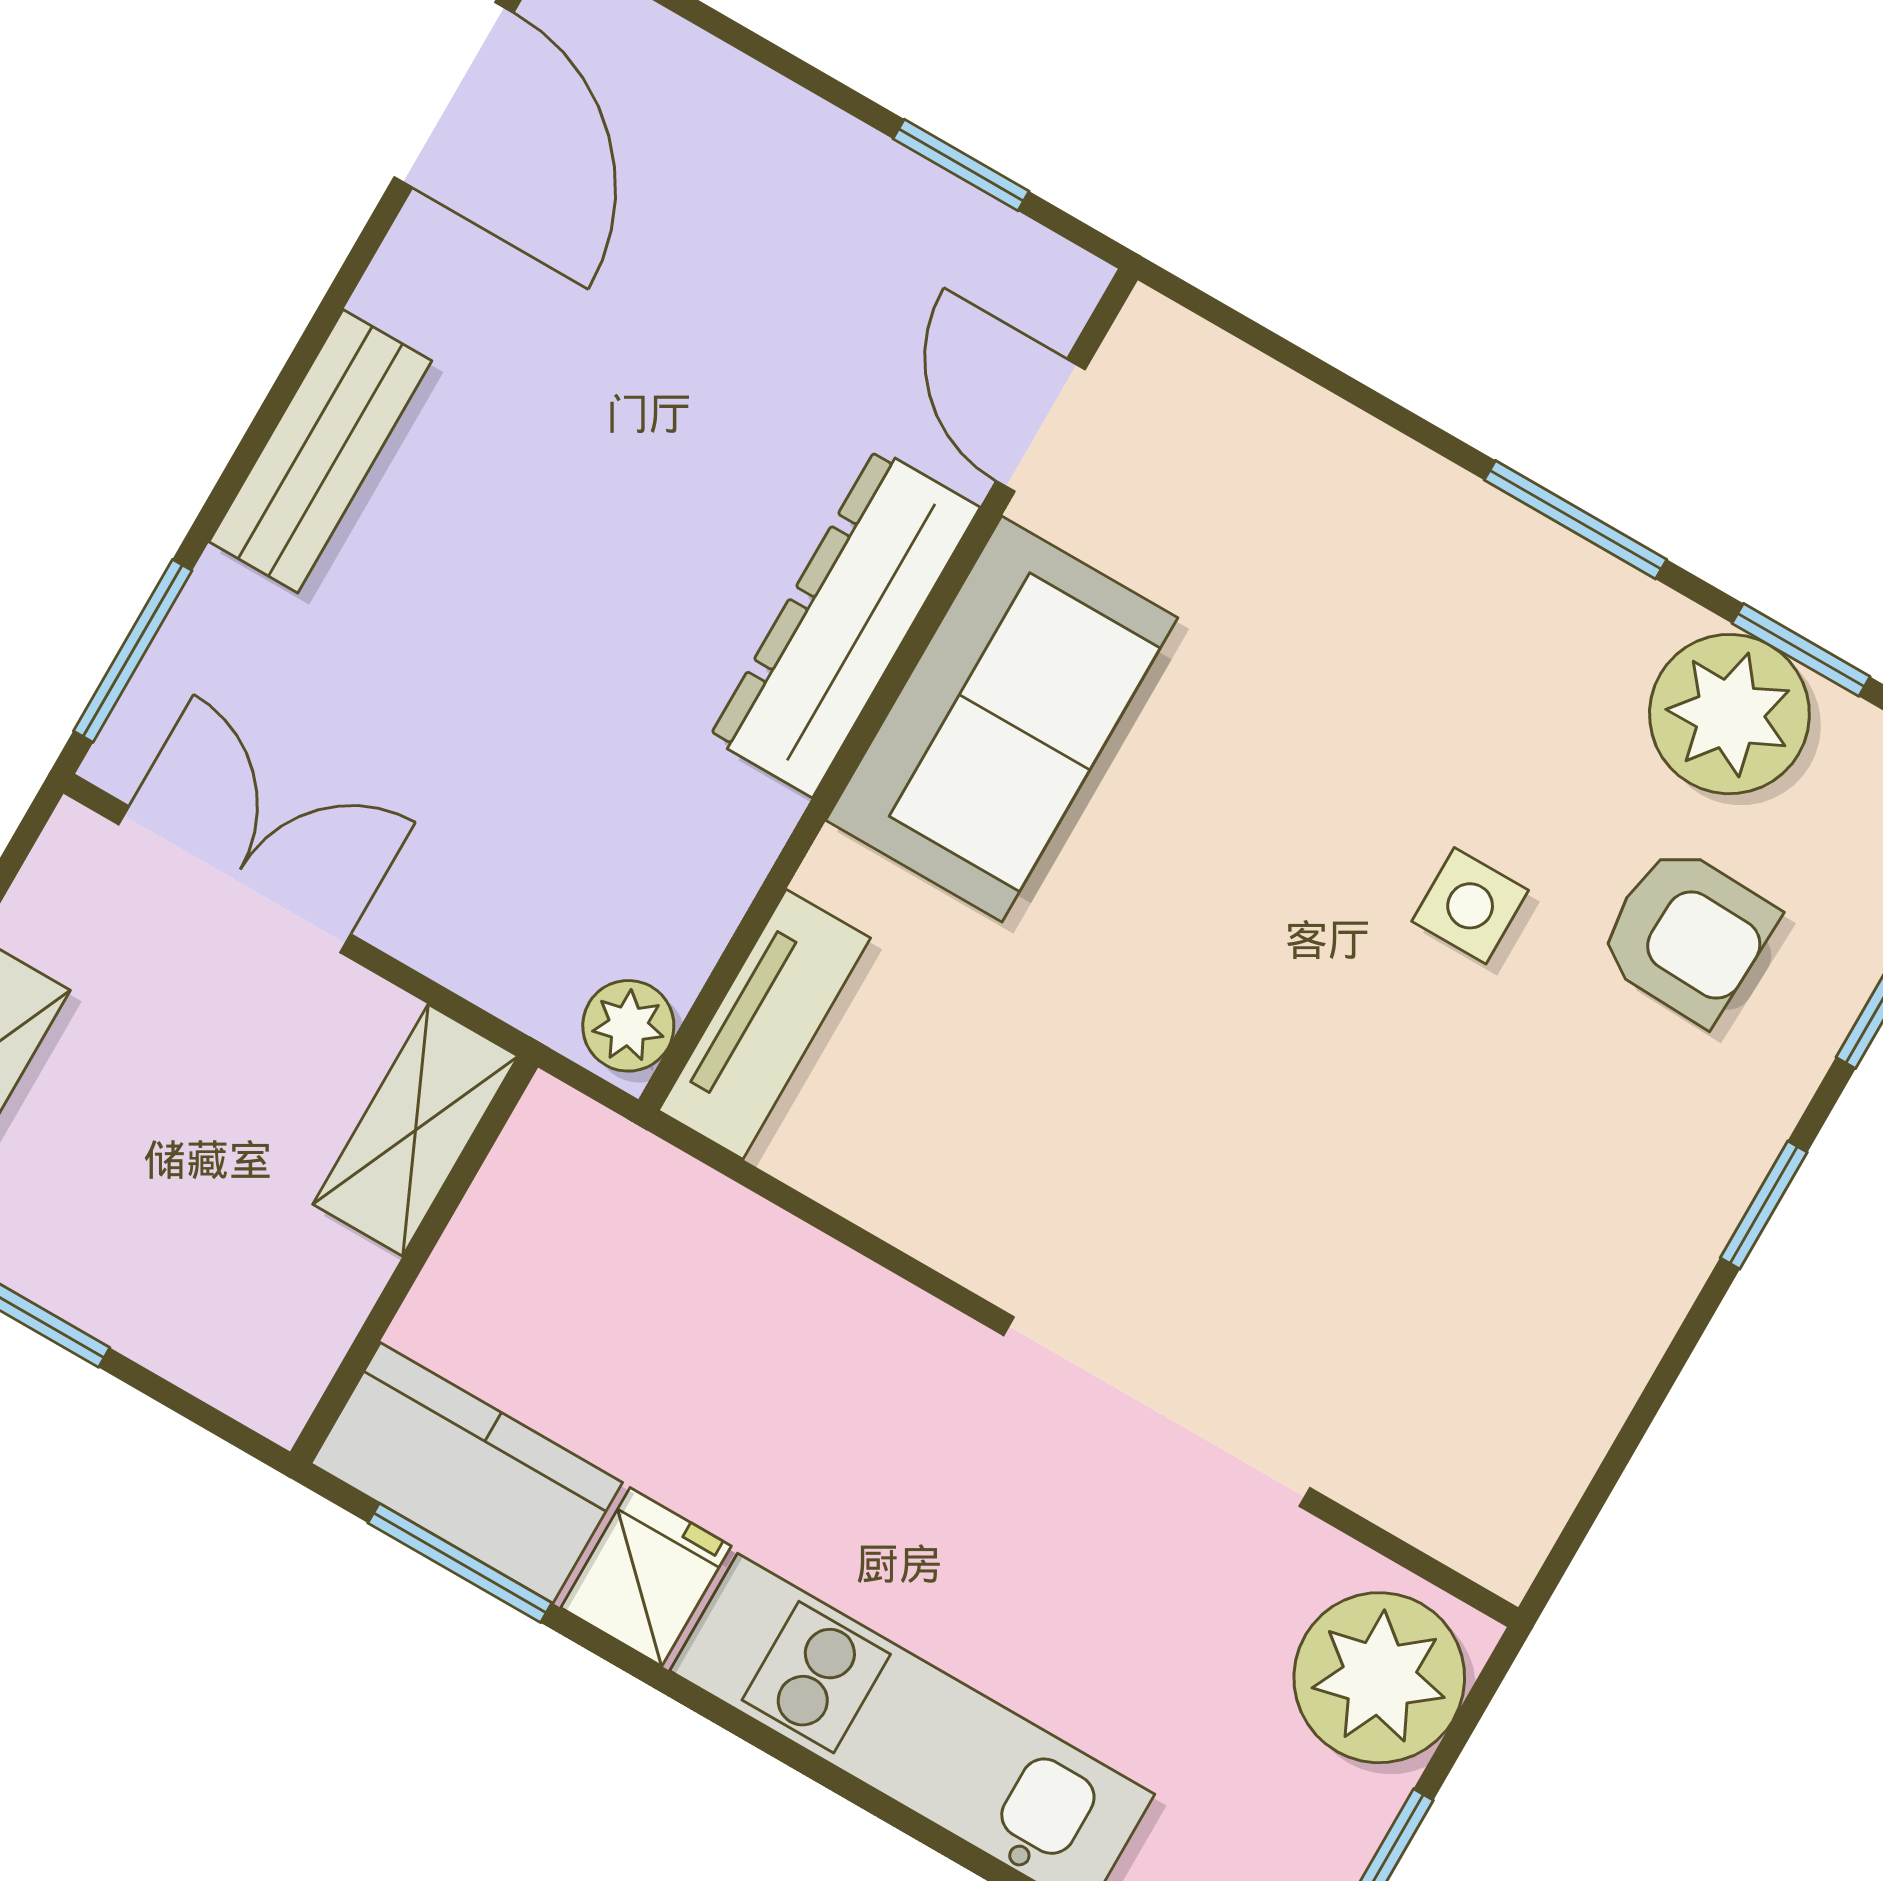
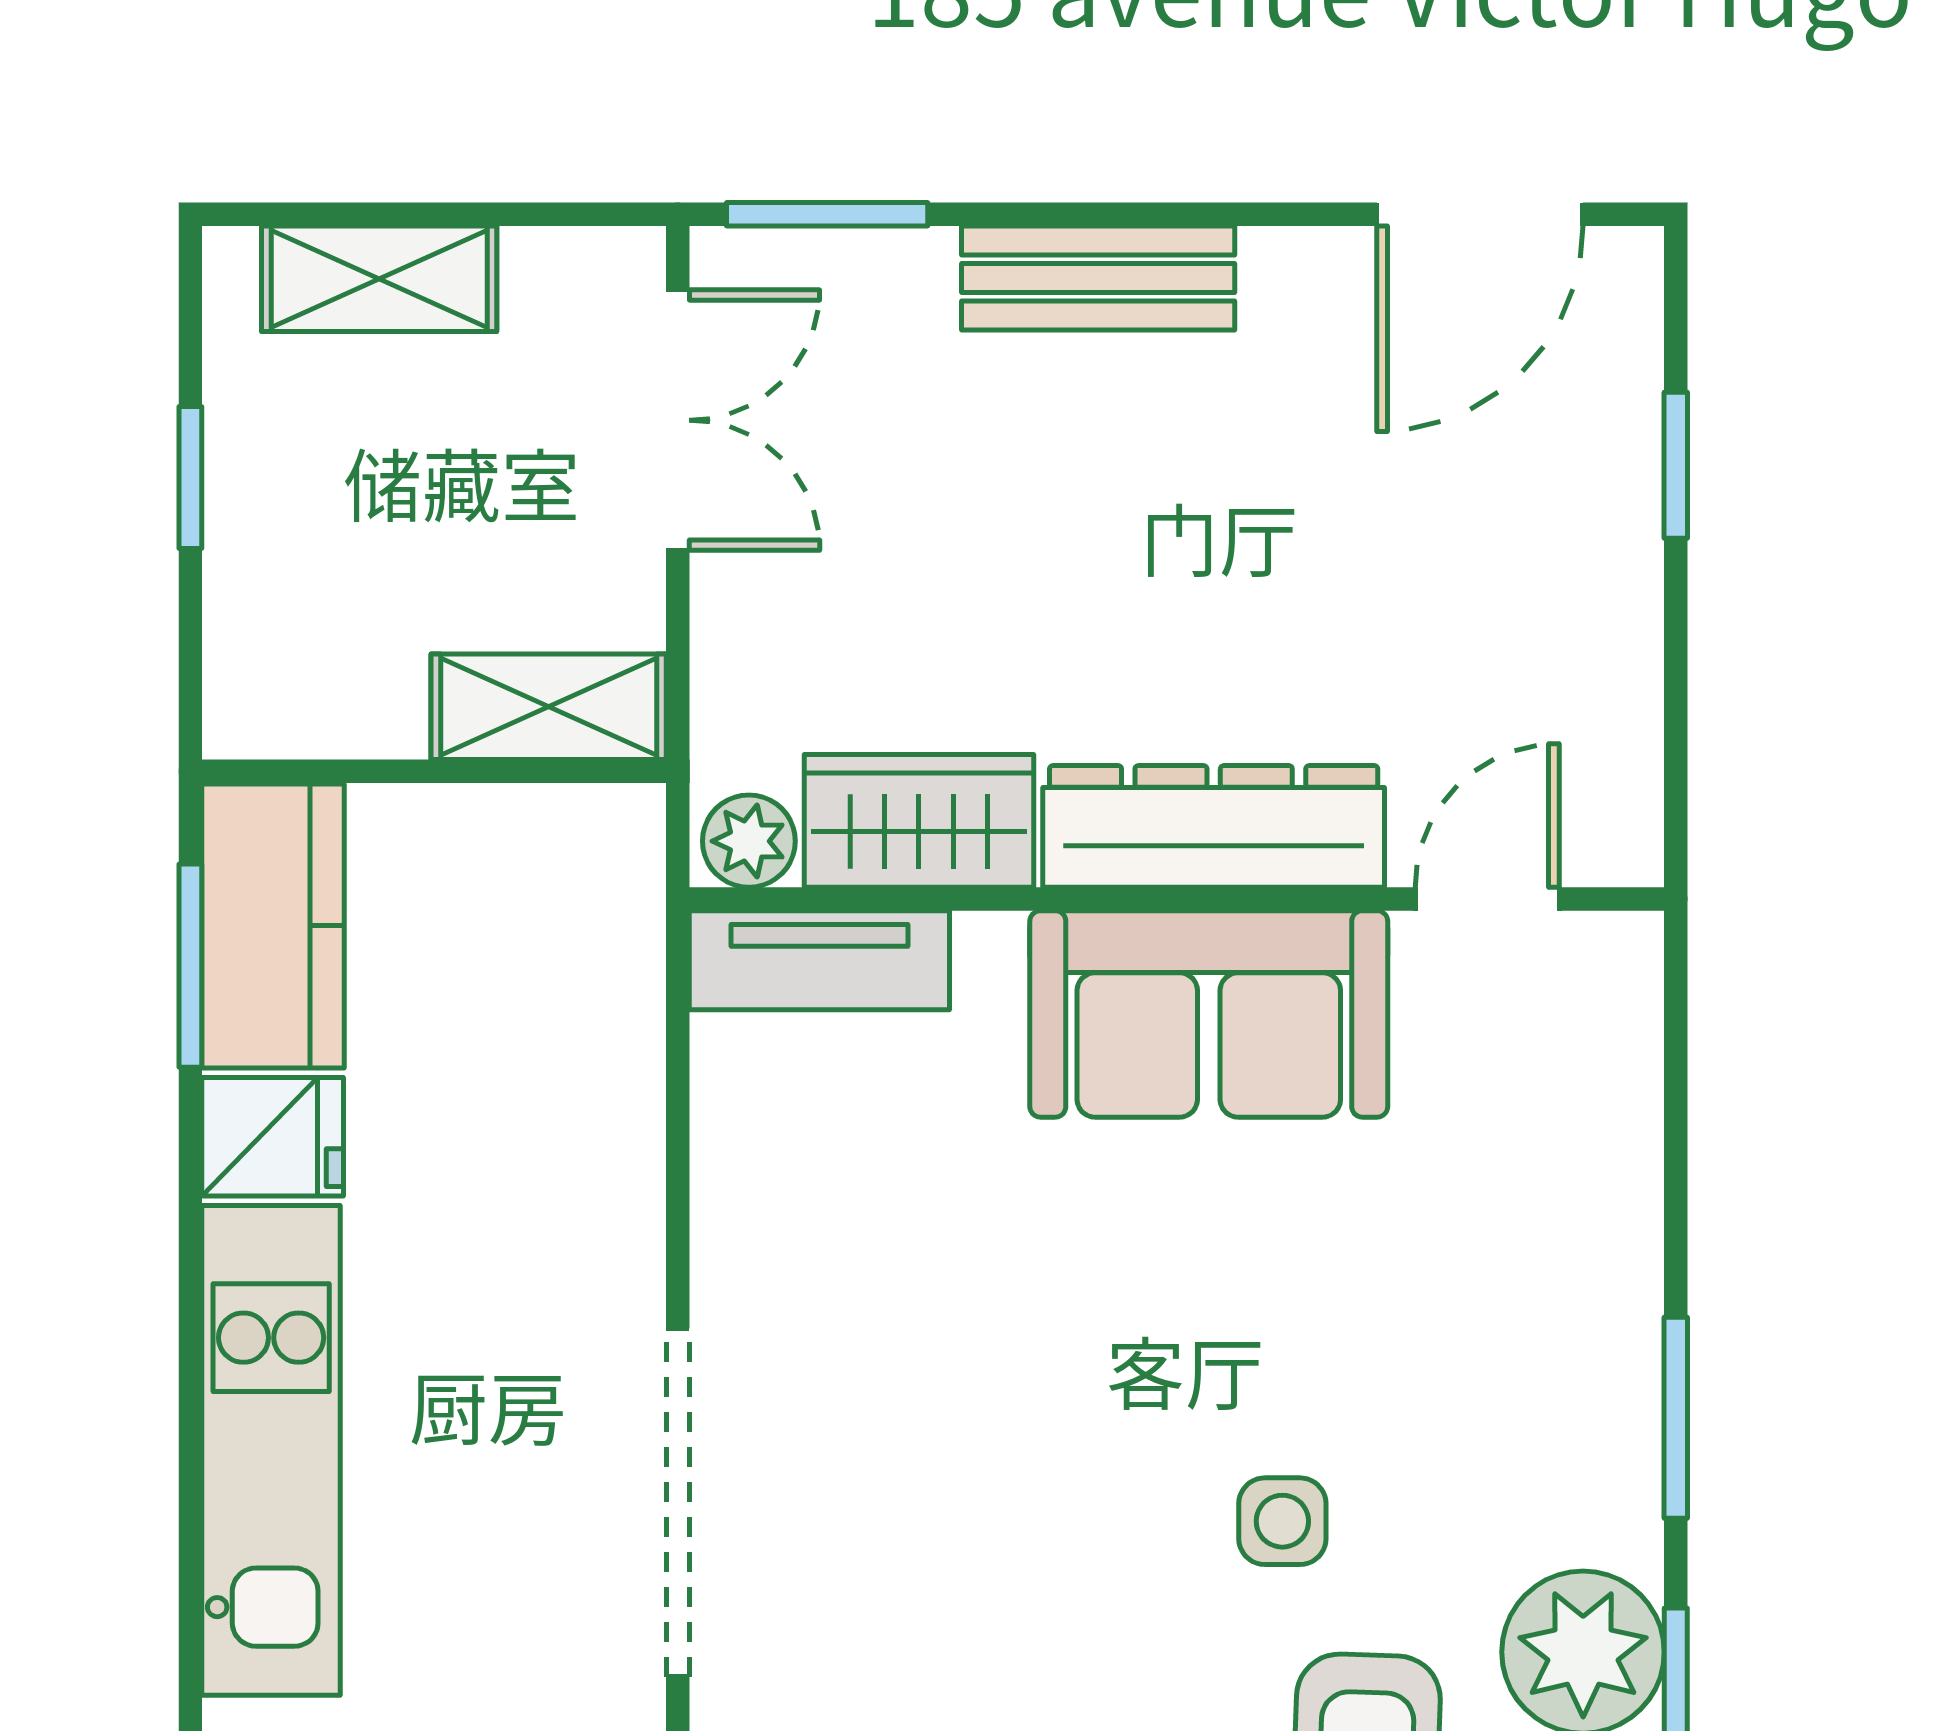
window: (961, 165) -> (1676, 465), moved
wardrobe: (695, 871) -> (919, 821), added

